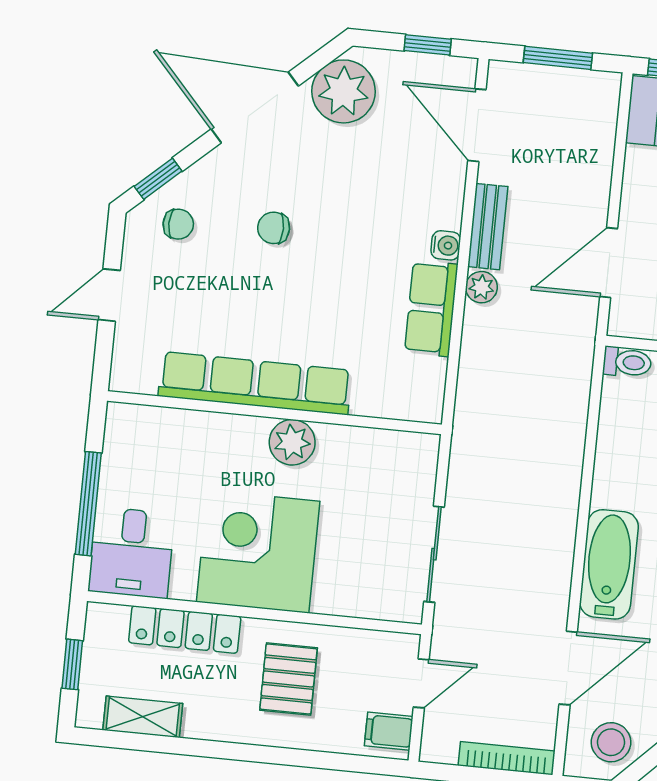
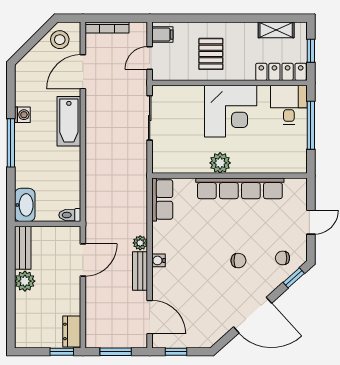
plant: (344, 91) -> (213, 326), removed
row of seats: (431, 308) -> (162, 199), moved
locker: (185, 630) -> (281, 72), moved

